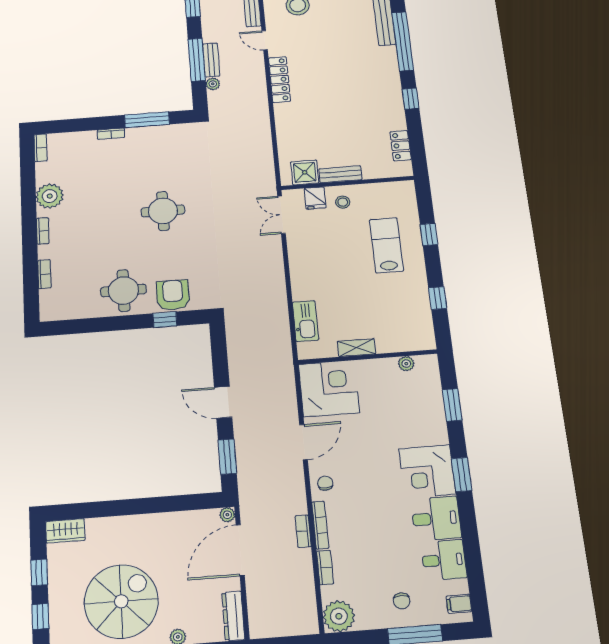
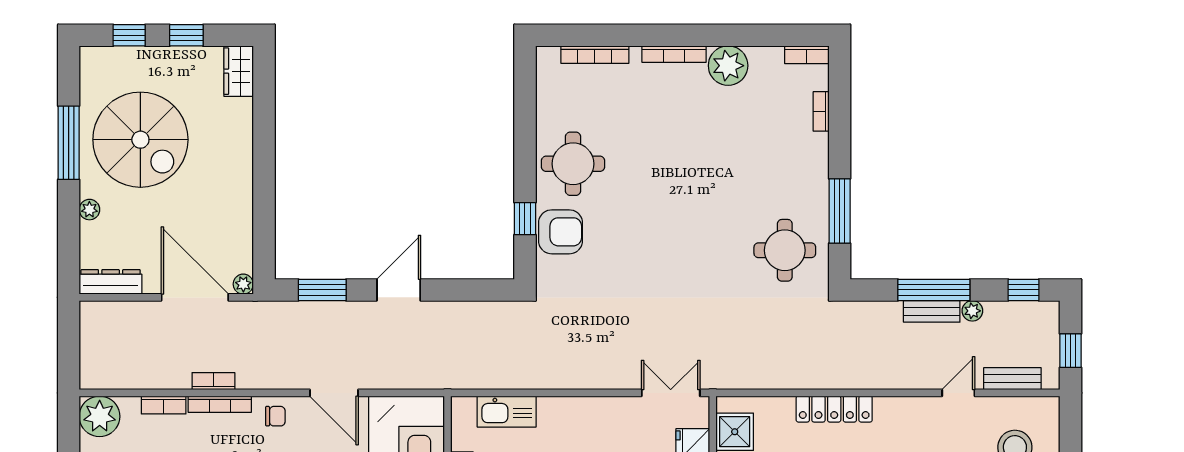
locker: (279, 80) -> (834, 409), moved
plant: (213, 84) -> (972, 311), moved
bookcase: (111, 134) -> (821, 111), moved
round table: (163, 211) -> (785, 250), moved
bookcase: (43, 231) -> (674, 54), width x1.56
bookcase: (44, 274) -> (595, 55), width x1.56

